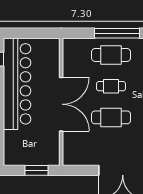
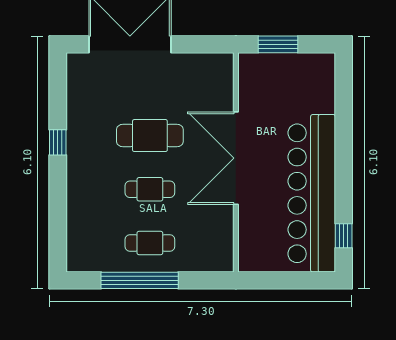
cafe table: (111, 55) -> (150, 243), width x0.73, depth x0.74

